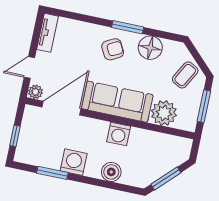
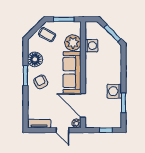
washing machine: (119, 134) -> (91, 46), moved
boiler: (111, 172) -> (115, 67), removed

